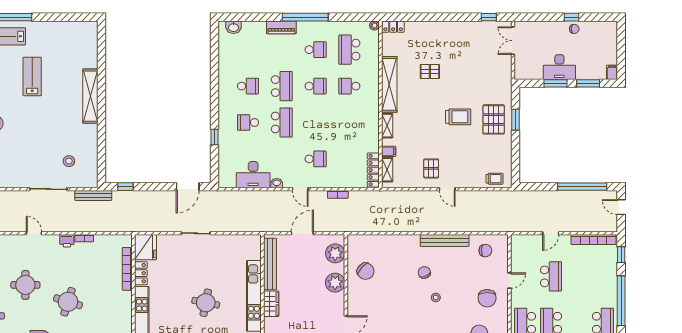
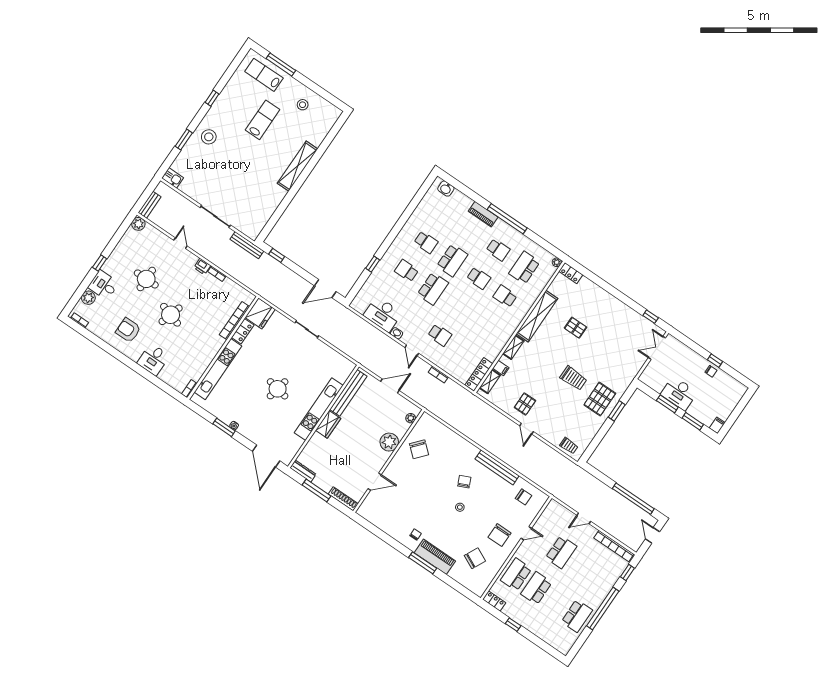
stool: (69, 161) -> (303, 105), moved
plant: (335, 253) -> (411, 418), width x0.53, depth x0.53

